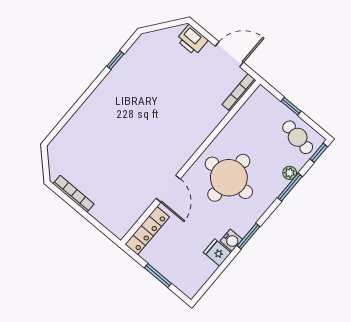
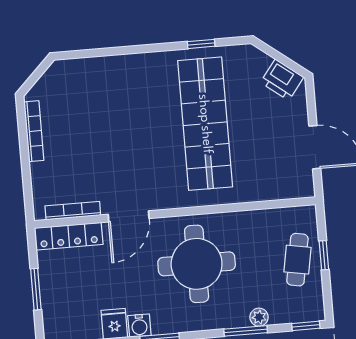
printer: (192, 40) -> (282, 80), moved, turned -53
bookcase: (239, 92) -> (73, 211), moved
shop shelf: (160, 100) -> (205, 124), added
cafe table: (298, 137) -> (297, 260), moved

